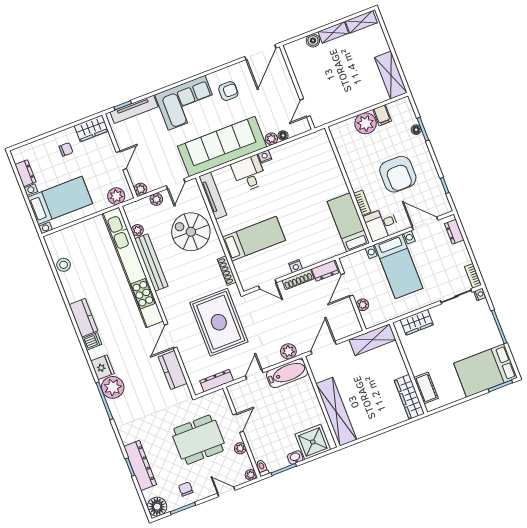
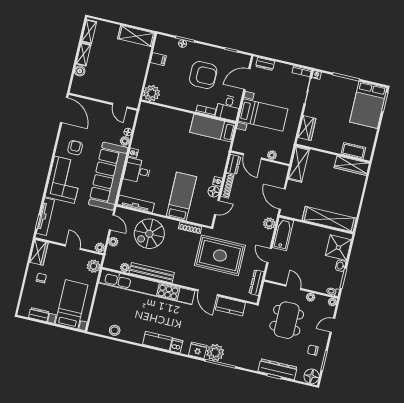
plant: (366, 123) -> (152, 93), moved
floor lamp: (282, 269) -> (214, 192), added

